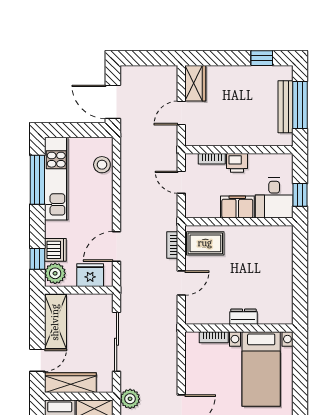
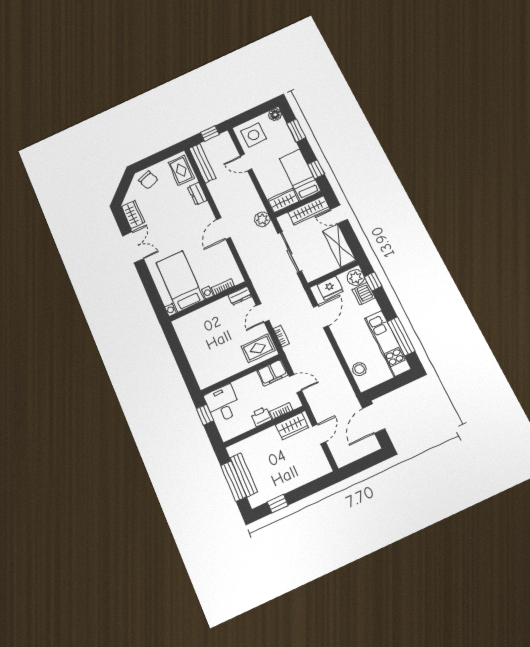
wardrobe: (195, 83) -> (292, 426), moved, turned -90
door: (113, 102) -> (374, 419), swing flipped
filing cabinet: (237, 207) -> (273, 373), moved
dresser: (243, 317) -> (240, 296), moved
door: (37, 360) -> (339, 214), hinge flipped

